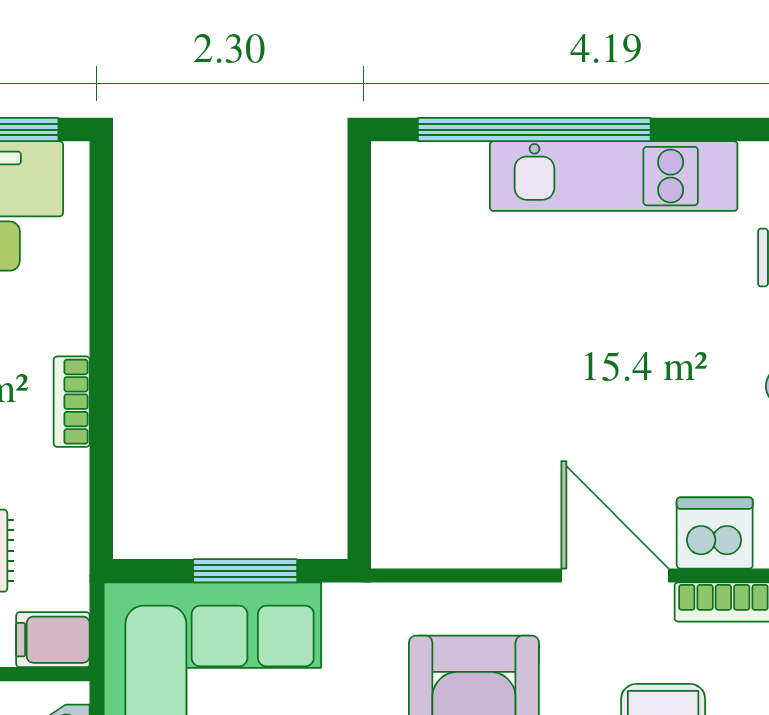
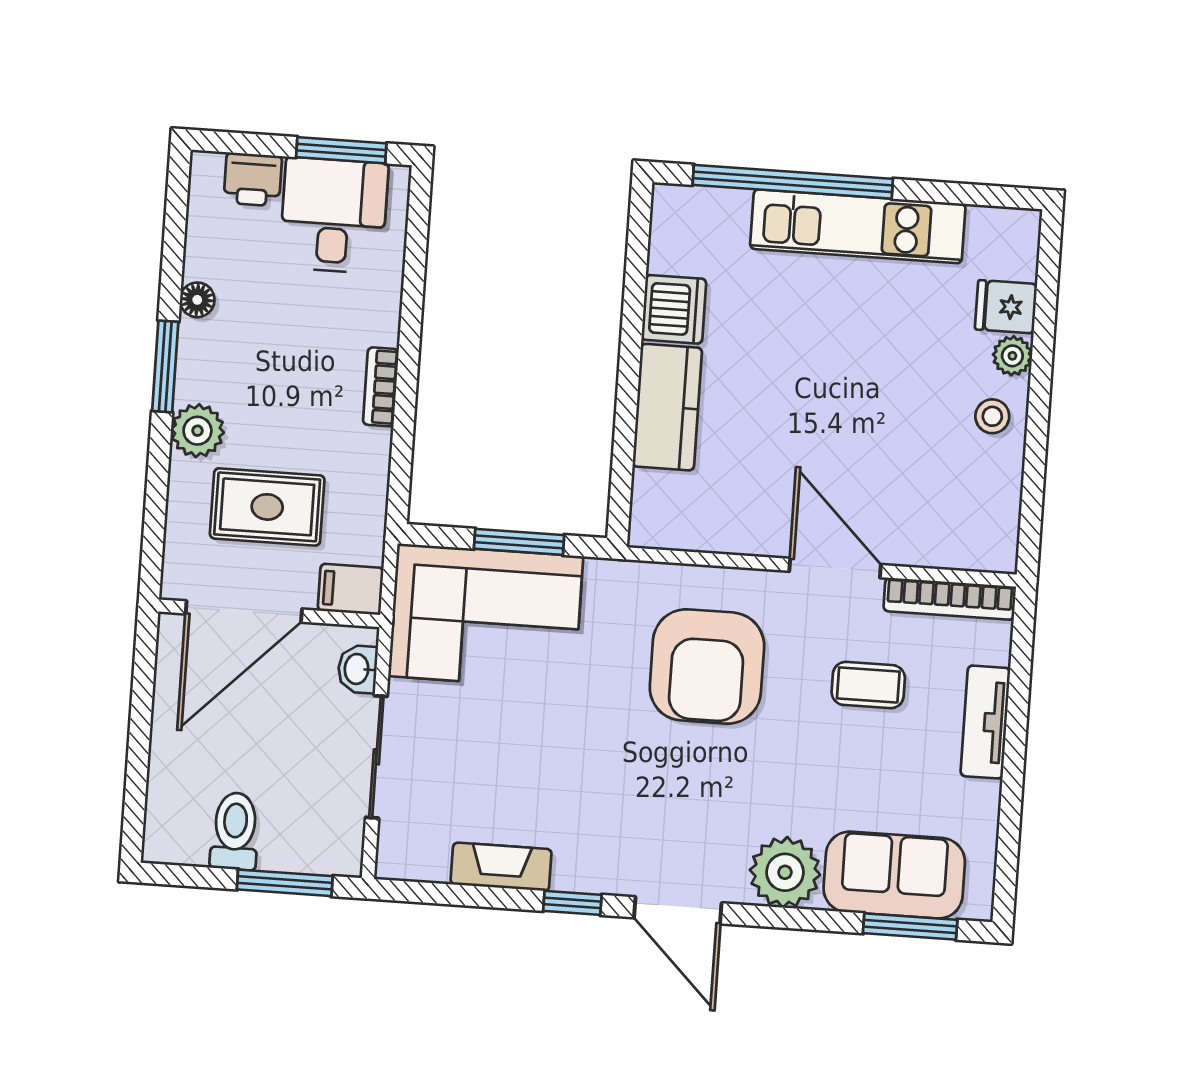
kitchen counter: (407, 402) -> (667, 407), added
dishwasher: (715, 533) -> (674, 309), moved, turned 90

